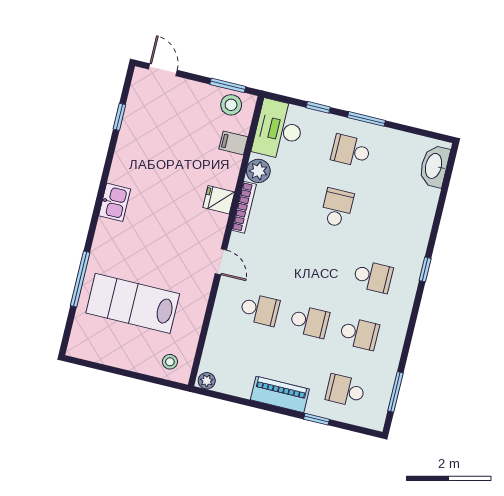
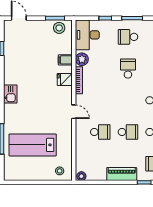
filing cabinet: (233, 143) -> (65, 60), moved

